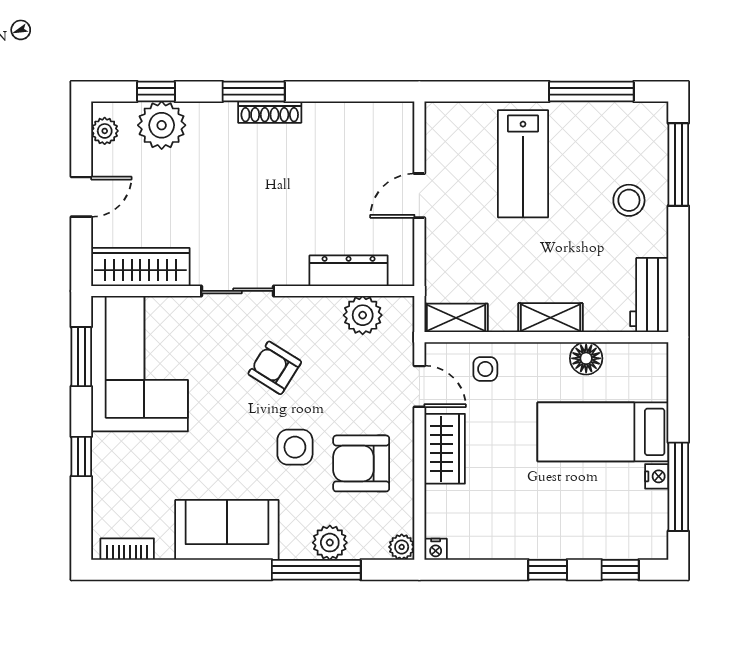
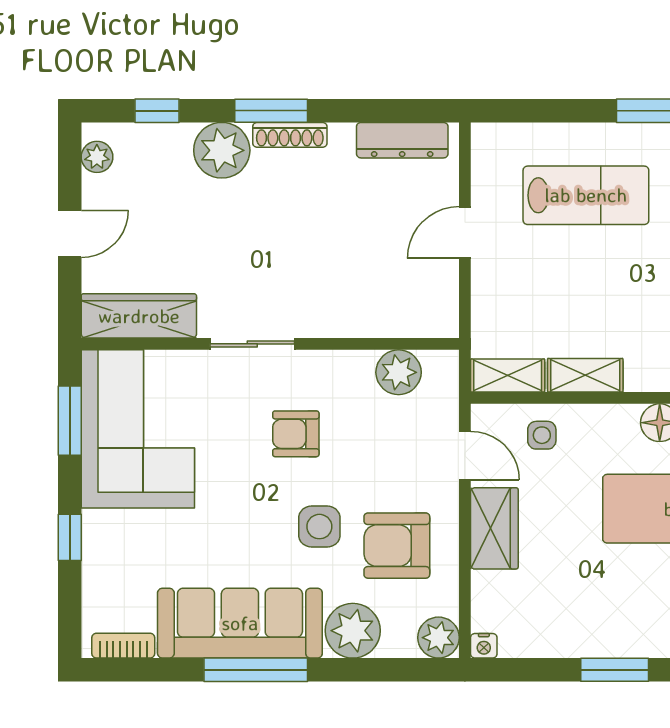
plant: (162, 125) -> (222, 150), moved
lab bench: (523, 164) -> (586, 195), turned -90
dresser: (349, 271) -> (402, 140), moved, turned 180
shelving: (550, 318) -> (585, 375), moved
armchair: (275, 368) -> (296, 434), turned -32
sofa: (227, 530) -> (240, 623), width x1.36
plant: (330, 543) -> (353, 631), width x1.36, depth x1.36
plant: (402, 547) -> (439, 638), width x1.38, depth x1.38
window: (316, 570) -> (256, 670), moved
window: (548, 570) -> (615, 670), width x1.50

